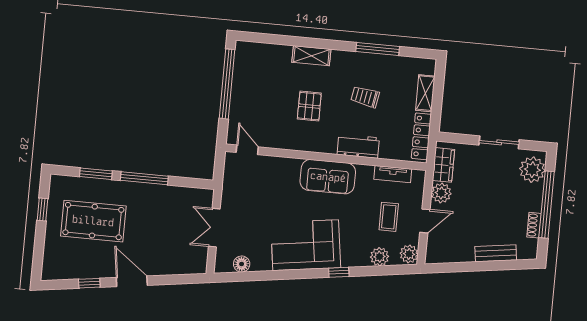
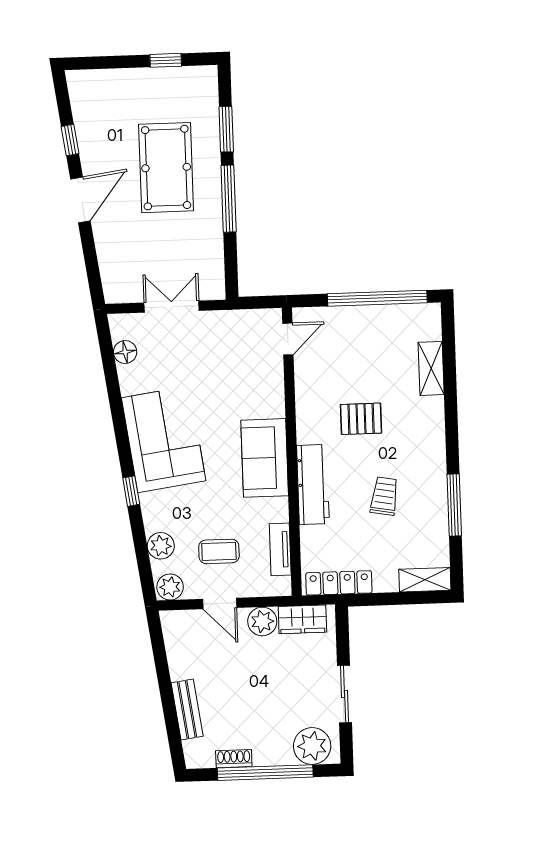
shelving: (311, 56) -> (431, 368), moved
shelving: (425, 93) -> (425, 580), moved
workbench: (358, 146) -> (313, 485), width x1.37
pool table: (93, 221) -> (166, 168), moved

